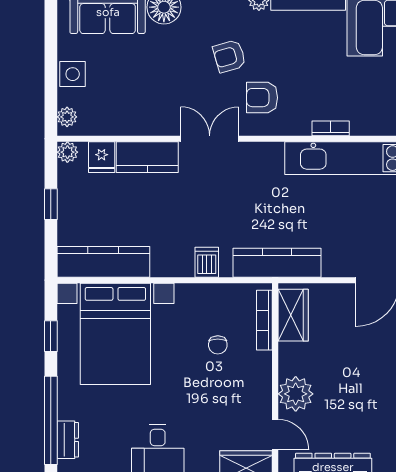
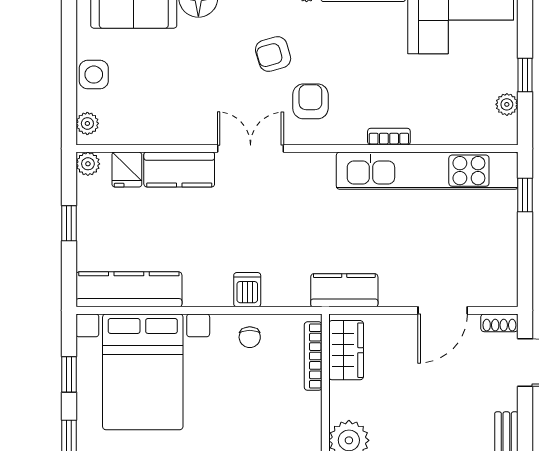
armchair: (262, 98) -> (310, 101), turned 90
kitchen counter: (277, 263) -> (344, 290), width x0.67
chair: (218, 345) -> (250, 337), moved

